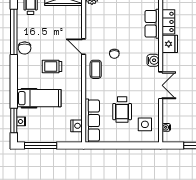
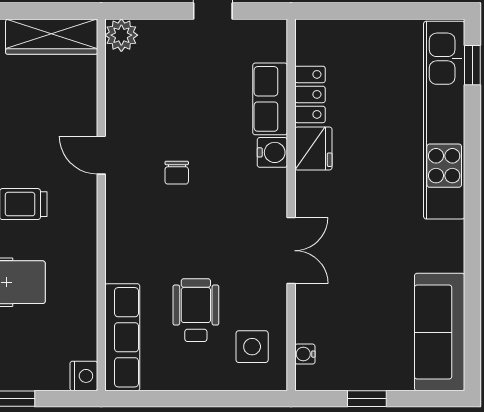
water cooler: (153, 60) -> (272, 152), moved
coffee table: (96, 69) -> (131, 211), removed
wheelchair: (122, 110) -> (196, 310), turned 180
nightstand: (77, 126) -> (84, 376), moved

